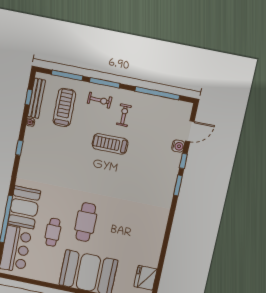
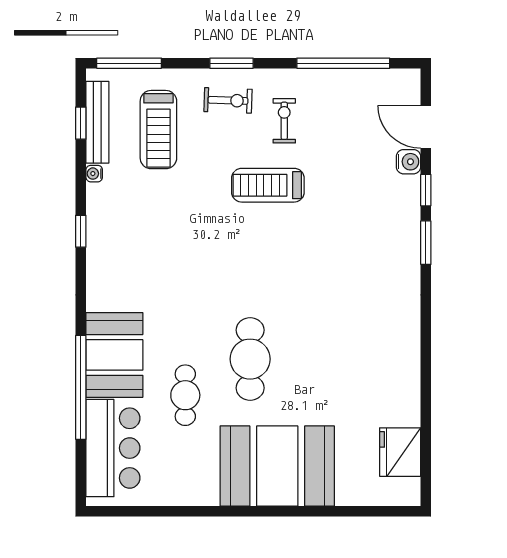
window: (67, 75) -> (129, 63), moved
window: (105, 83) -> (232, 63), width x0.69
treadmill: (64, 107) -> (158, 130), turned 180
door: (190, 131) -> (426, 127), swing flipped

